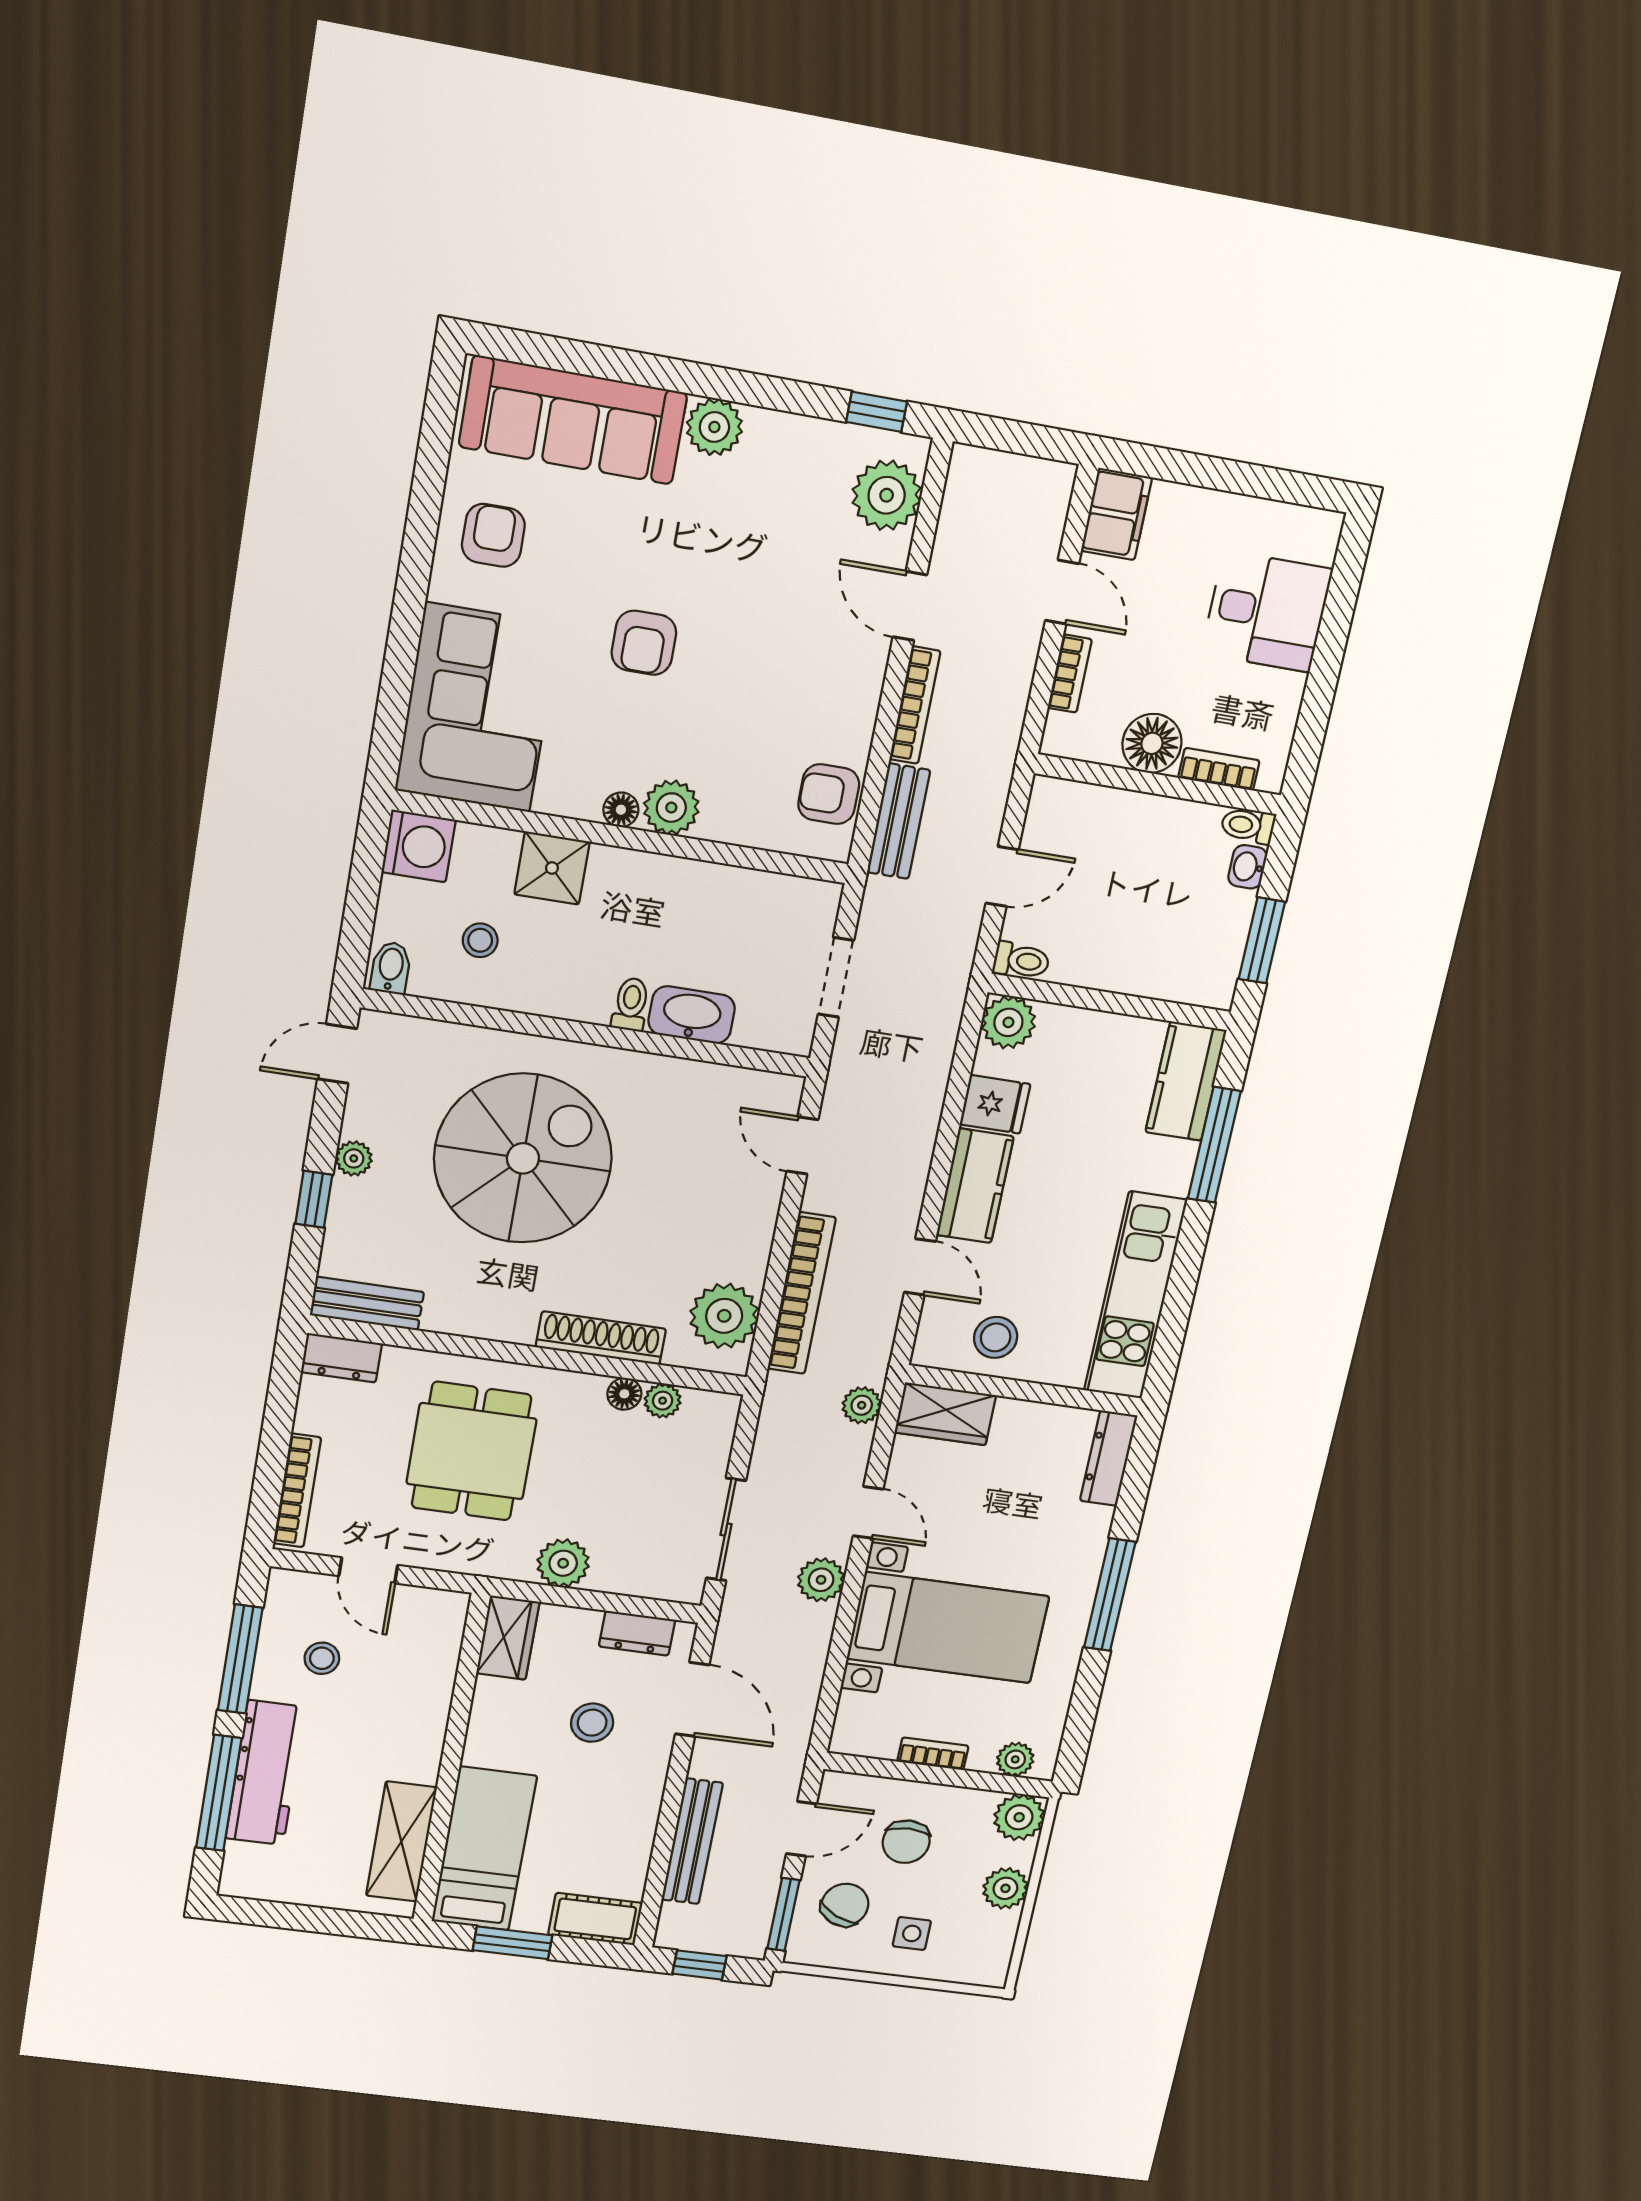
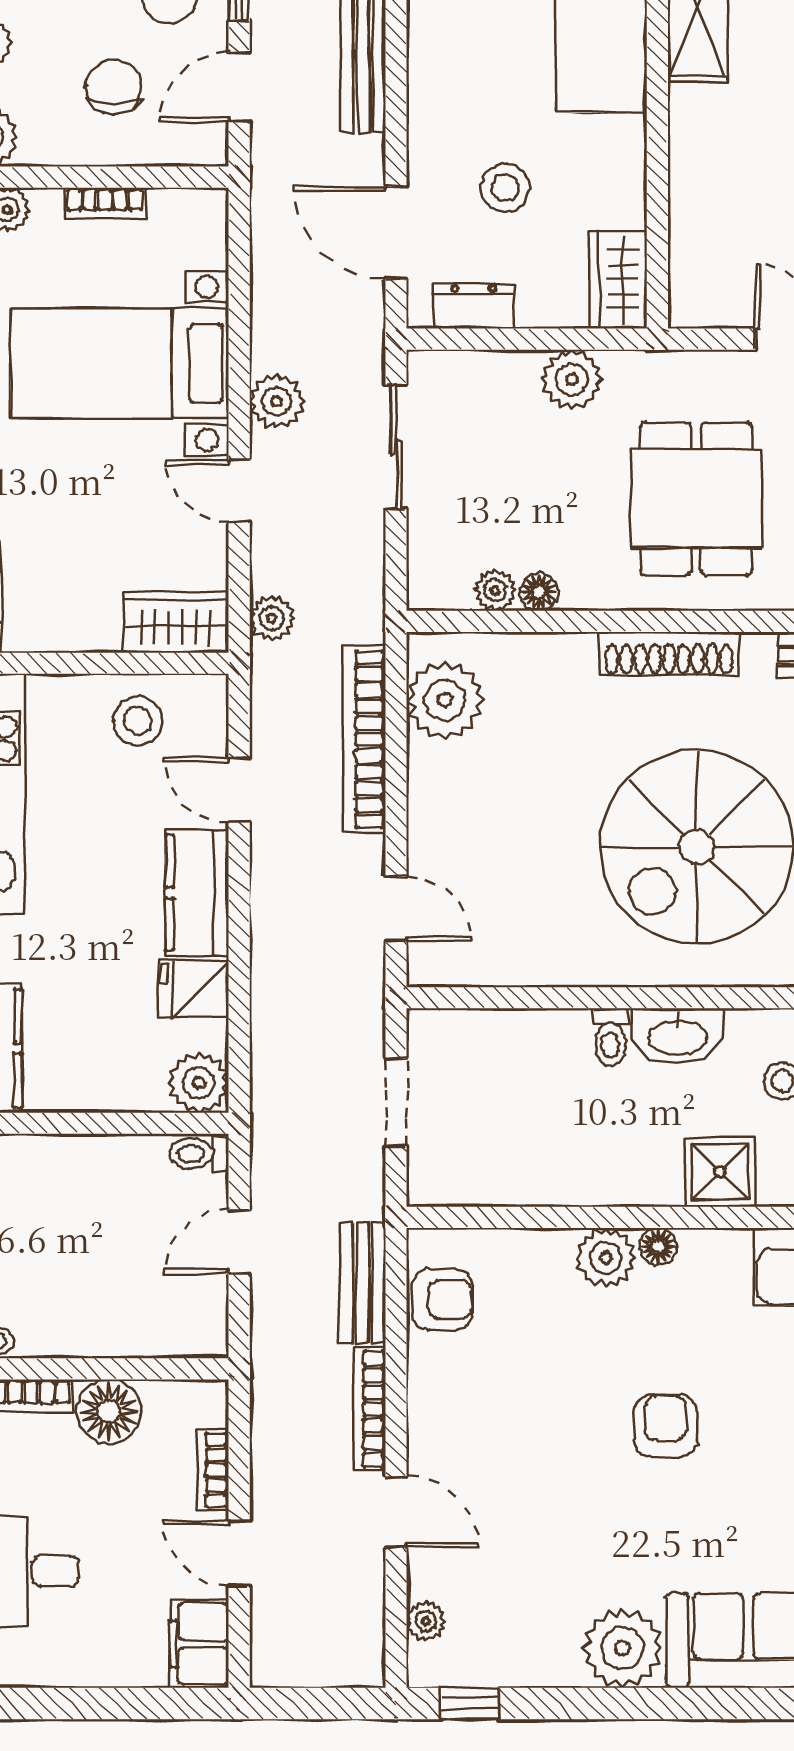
plant: (714, 427) -> (622, 1648), width x1.36, depth x1.36
plant: (887, 495) -> (426, 1621), width x0.53, depth x0.53
washbasin: (692, 1015) -> (678, 1036), moved
shoe rack: (601, 1338) -> (669, 654), moved

